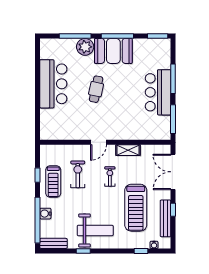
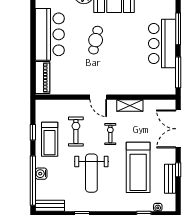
piano: (47, 124) -> (43, 78), added
door: (99, 142) -> (98, 97), hinge flipped
bench: (166, 218) -> (170, 179), width x0.73
weight bench: (95, 230) -> (91, 173), moved, turned 90

